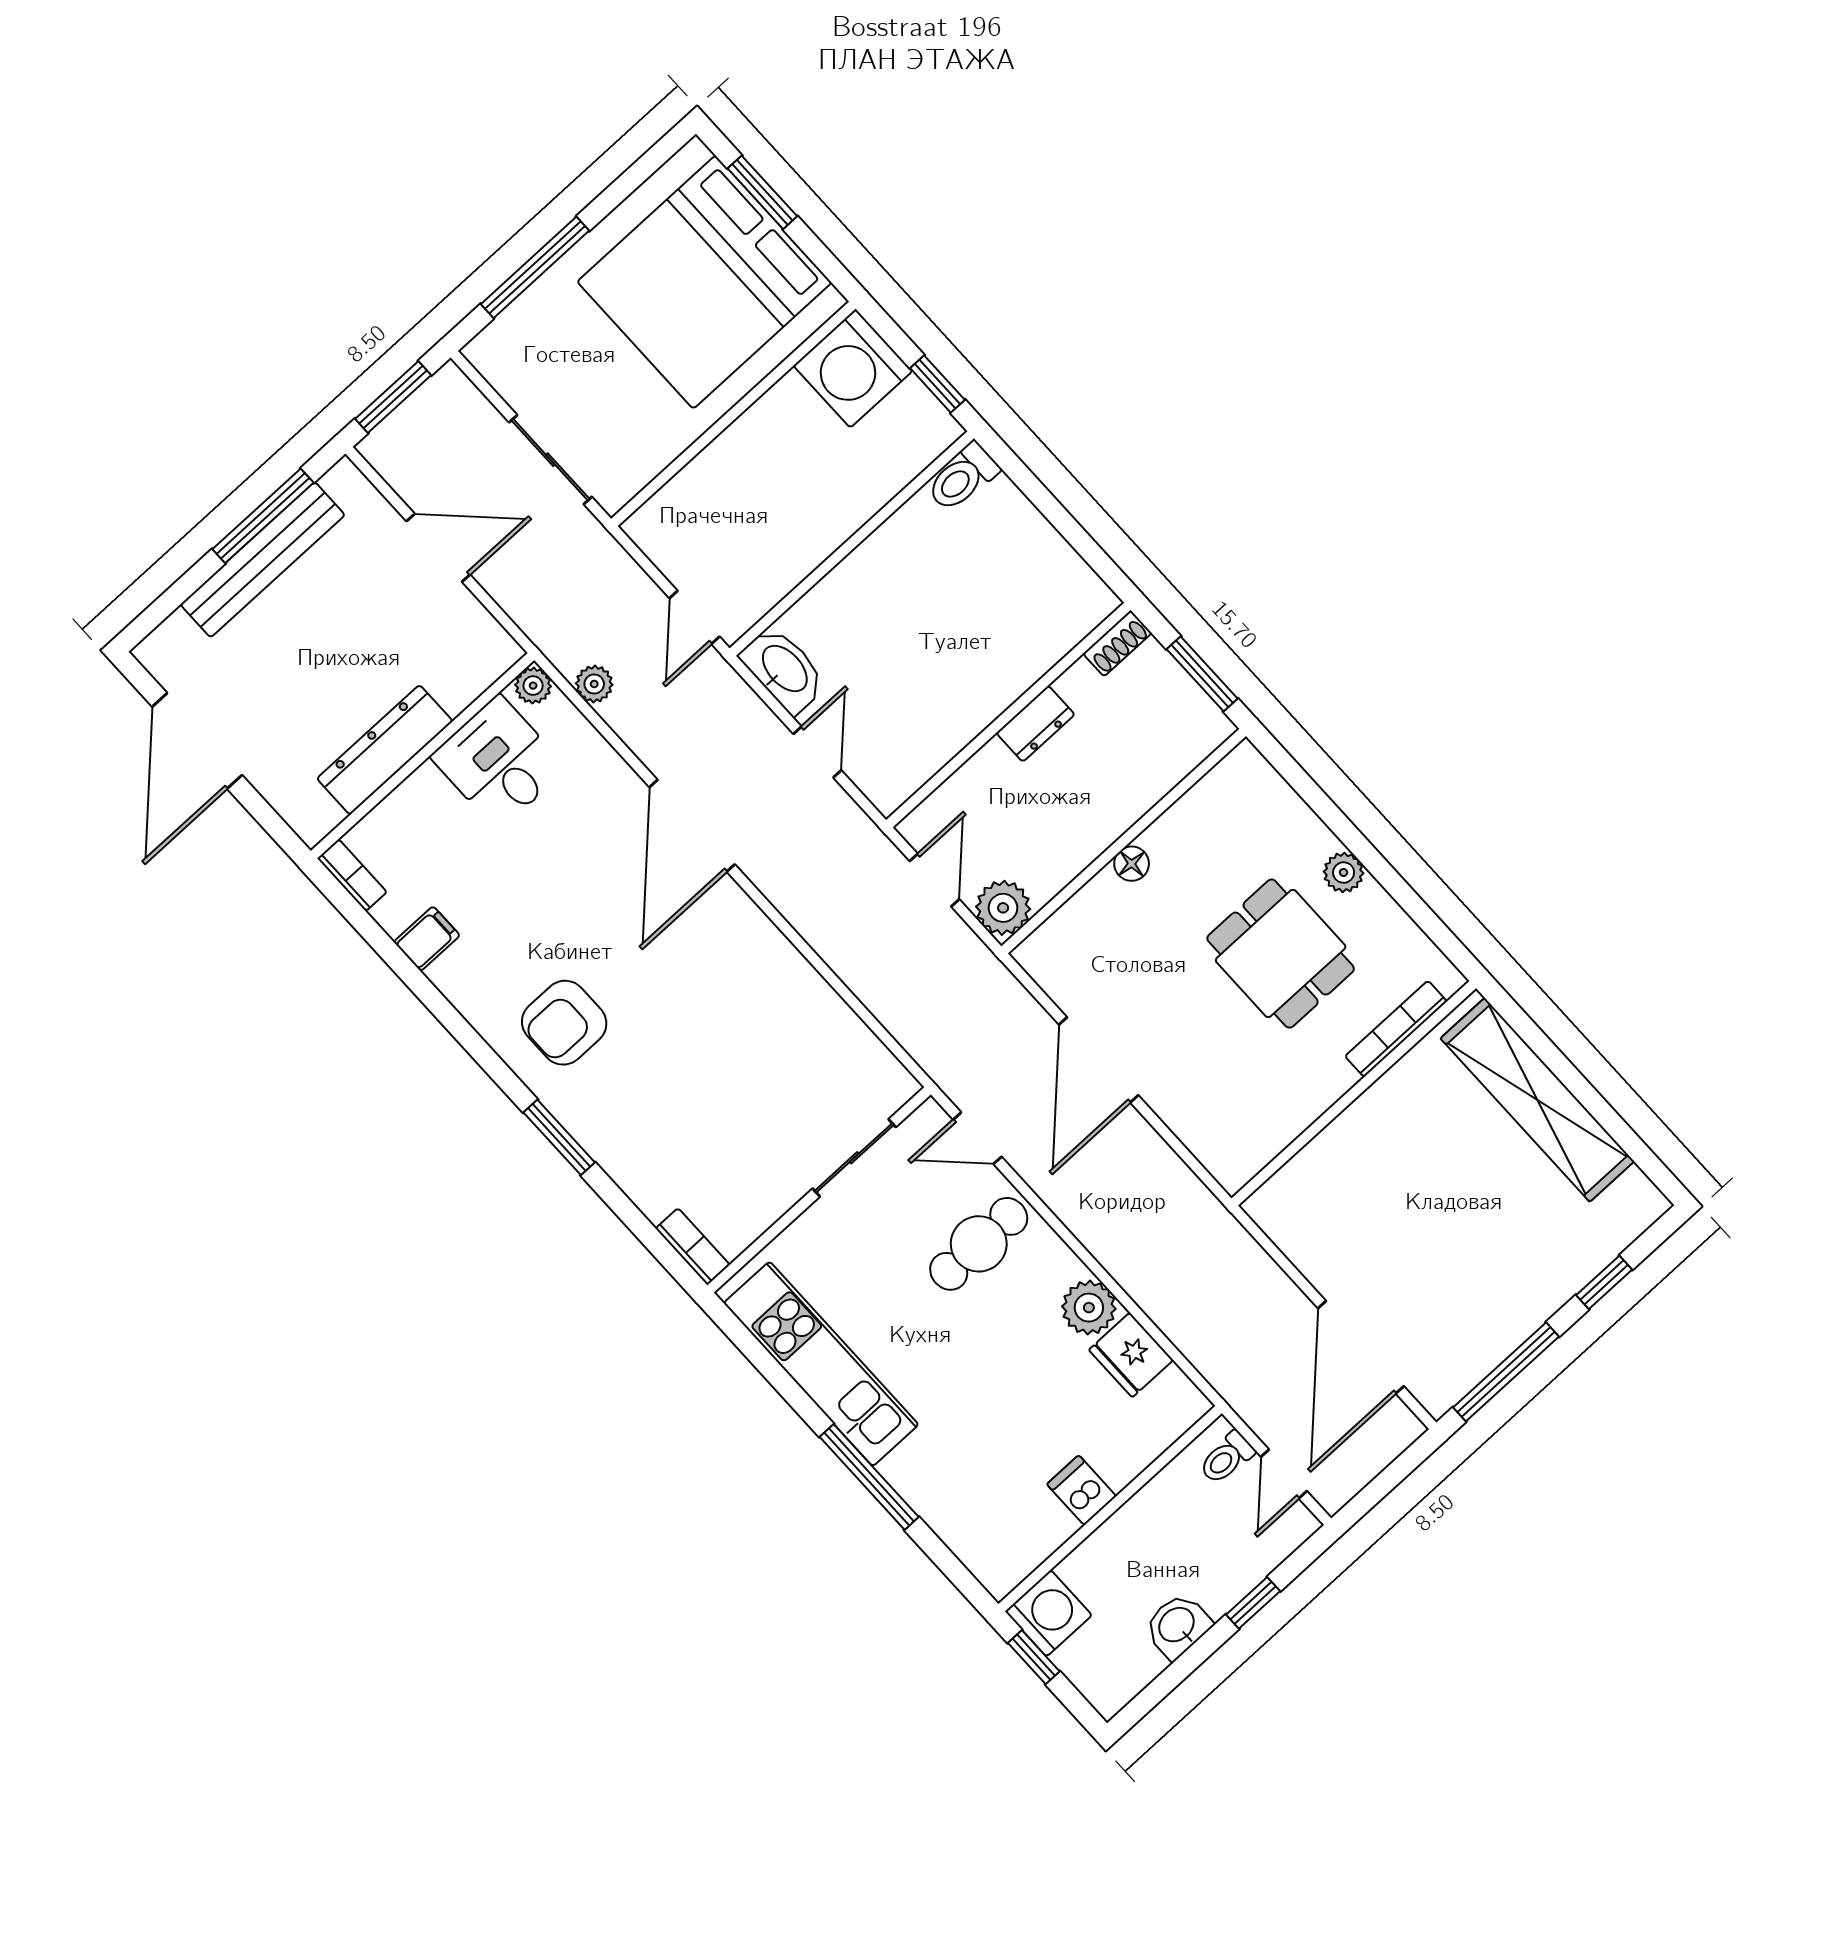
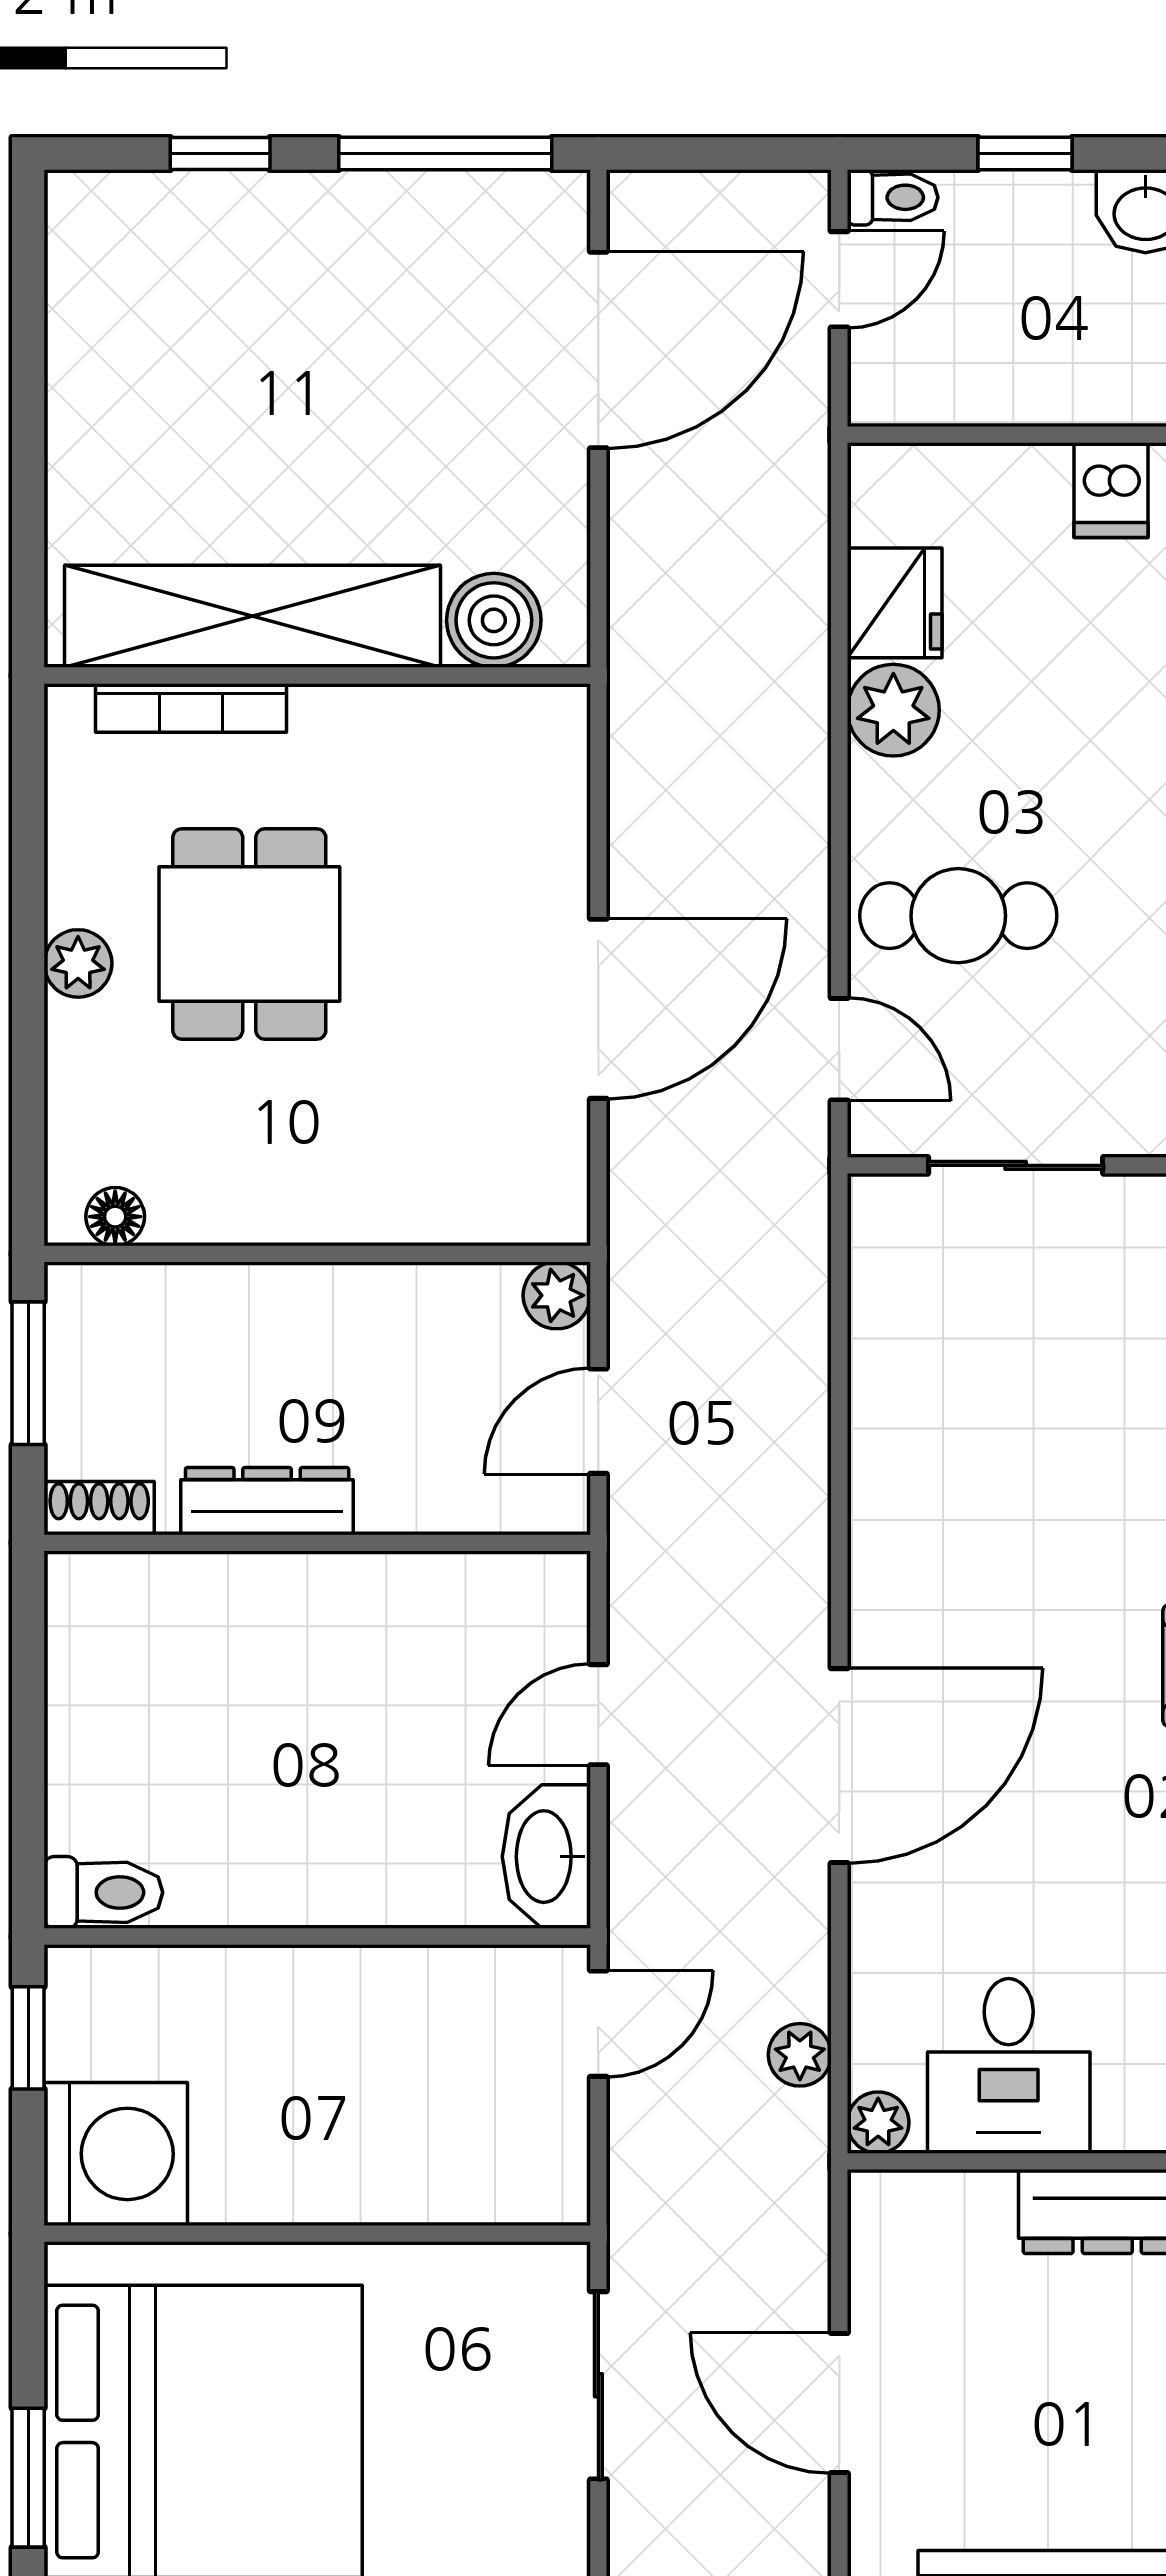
dresser: (1036, 724) -> (267, 1501), width x1.44
floor lamp: (1132, 864) -> (115, 1217), moved
plant: (1003, 908) -> (557, 1295), width x0.73, depth x0.73
shelving: (1537, 1100) -> (252, 616), moved, turned 90
boiler: (1299, 1188) -> (494, 620), added
toilet: (1227, 1458) -> (893, 197), moved

